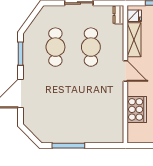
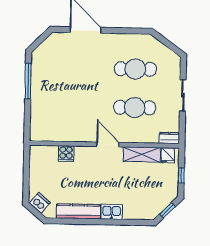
window: (20, 54) -> (129, 31), removed
door: (125, 71) -> (108, 144), swing flipped
cooker: (137, 109) -> (66, 154), width x0.53, depth x0.76

